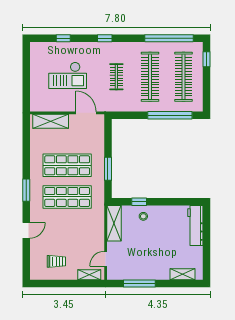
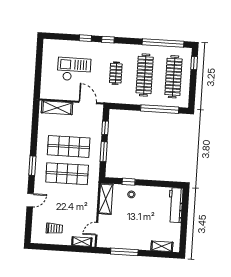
window: (63, 38) -> (85, 38), moved
checkout: (68, 75) -> (74, 69), turned 180
window: (108, 141) -> (105, 128), added

